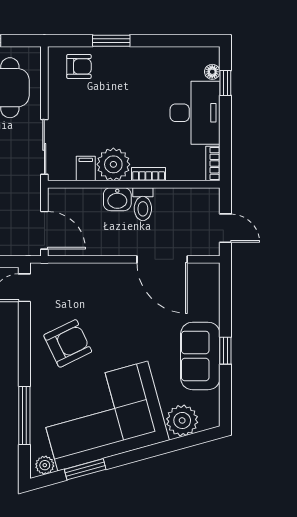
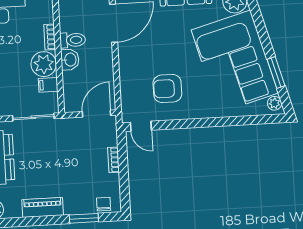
armchair: (68, 343) -> (167, 89), moved, turned -64
window: (24, 415) -> (238, 121), removed

